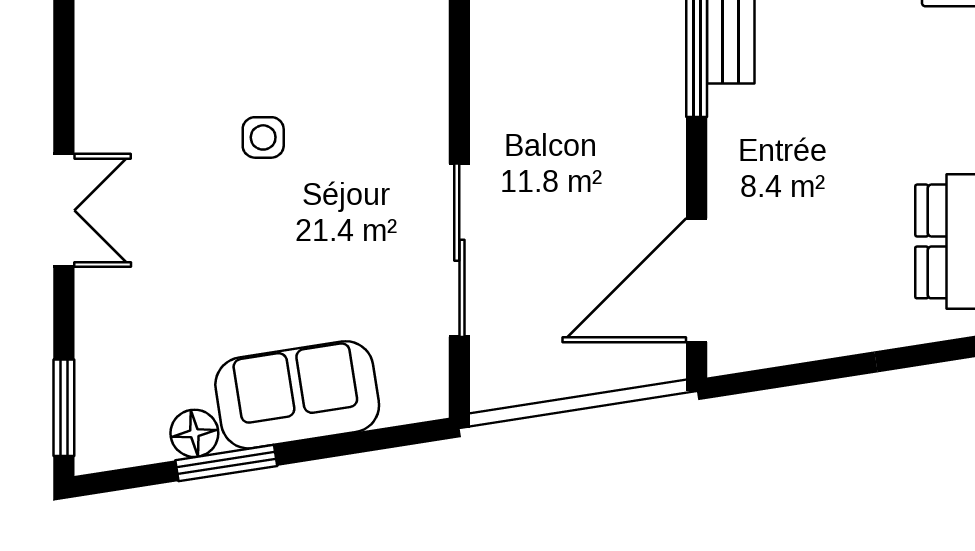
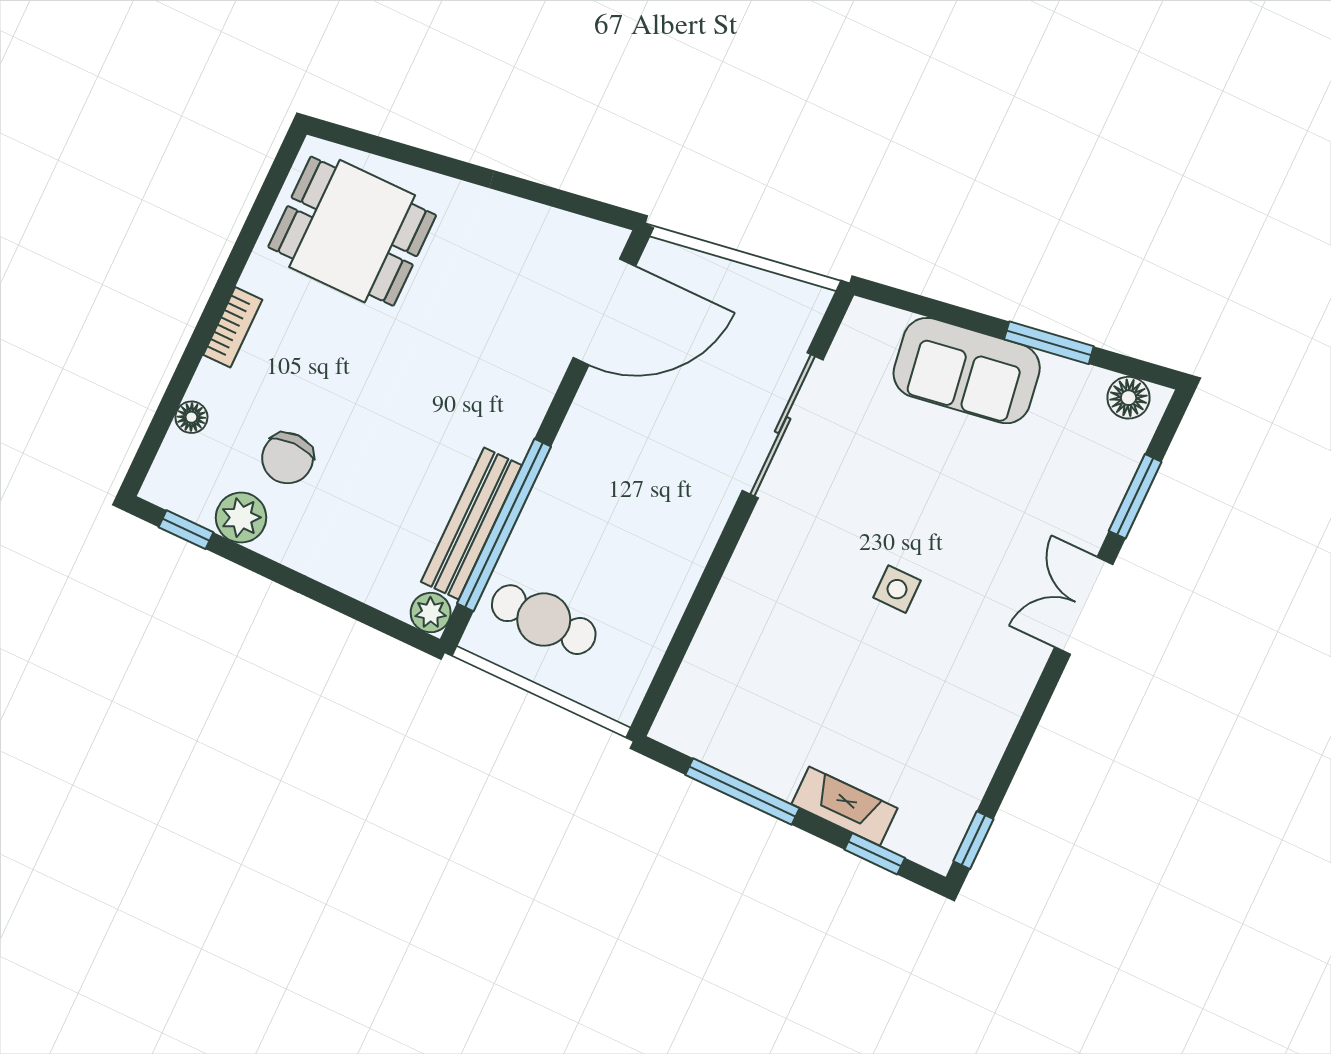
window: (64, 408) -> (1135, 496), moved
floor lamp: (194, 433) -> (1129, 398), moved

